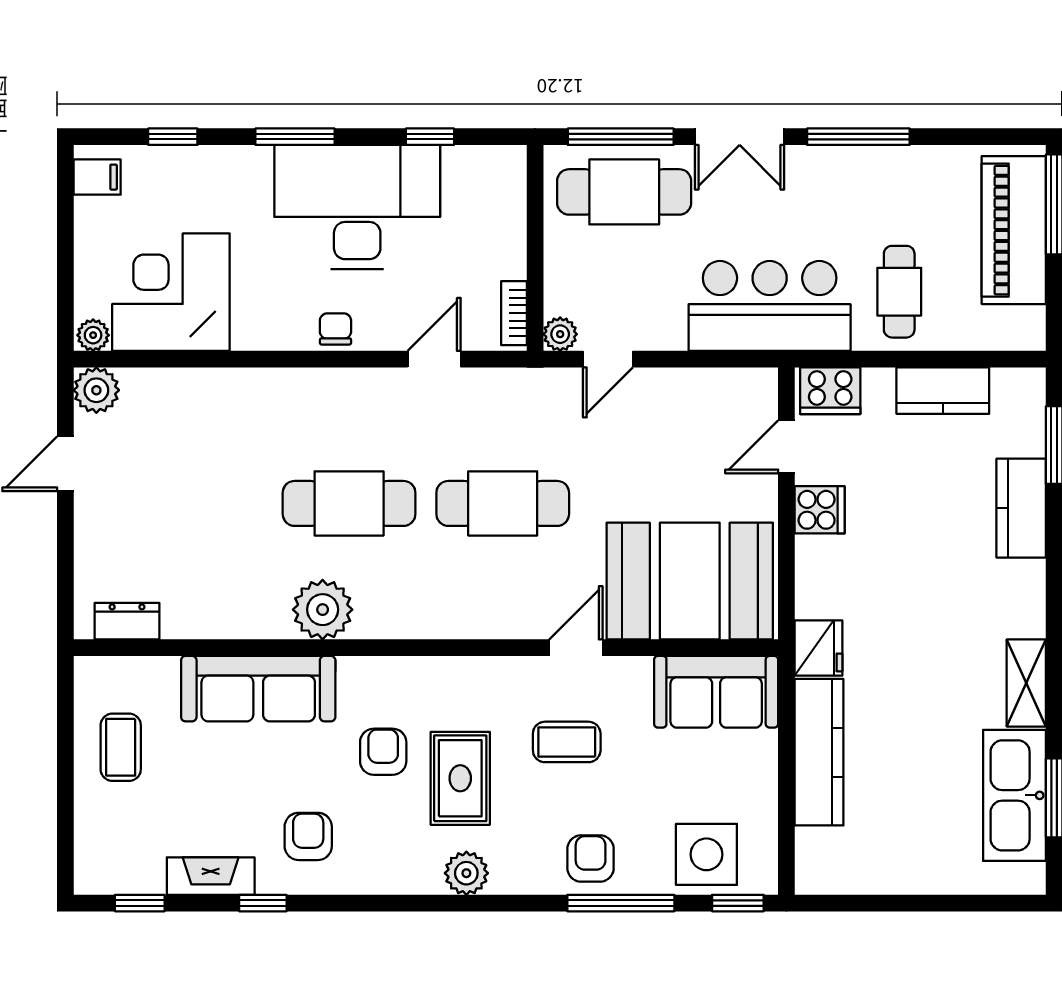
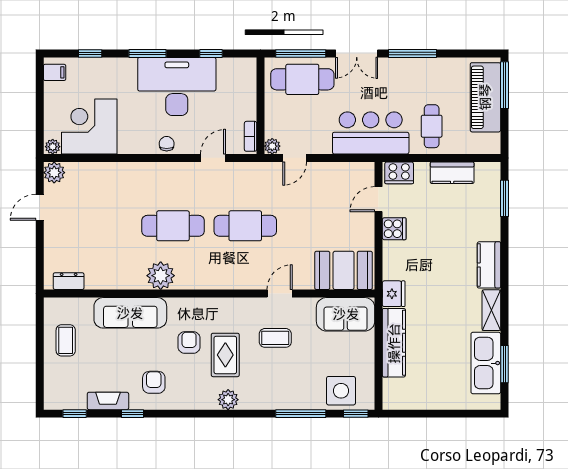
kitchen counter: (1021, 508) -> (489, 265), moved
booth: (690, 581) -> (344, 270), width x0.73, depth x0.70
armchair: (591, 859) -> (286, 393), removed

